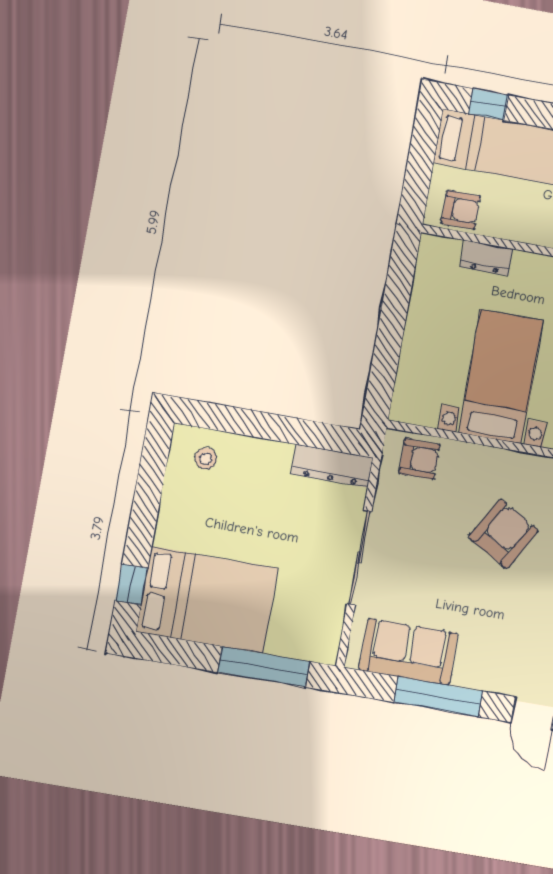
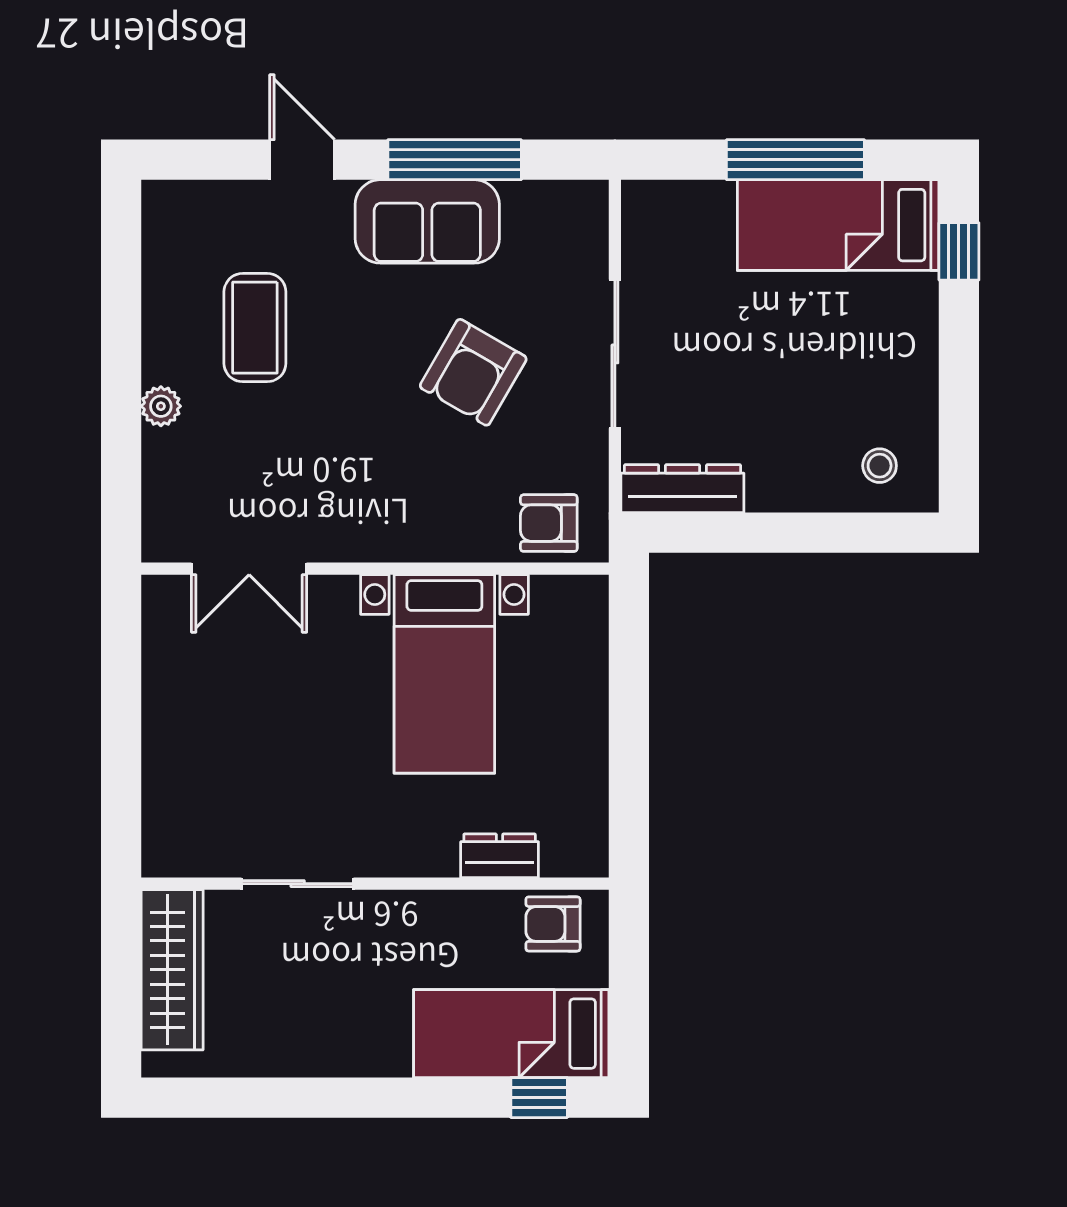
armchair: (504, 534) -> (473, 372), moved
bed: (207, 600) -> (838, 225), width x0.67
sofa: (408, 652) -> (427, 221), moved
window: (263, 667) -> (795, 160), moved

